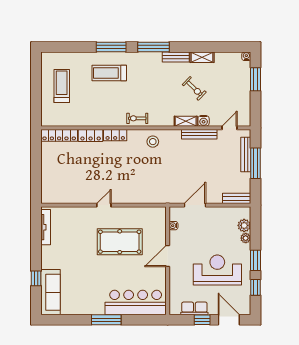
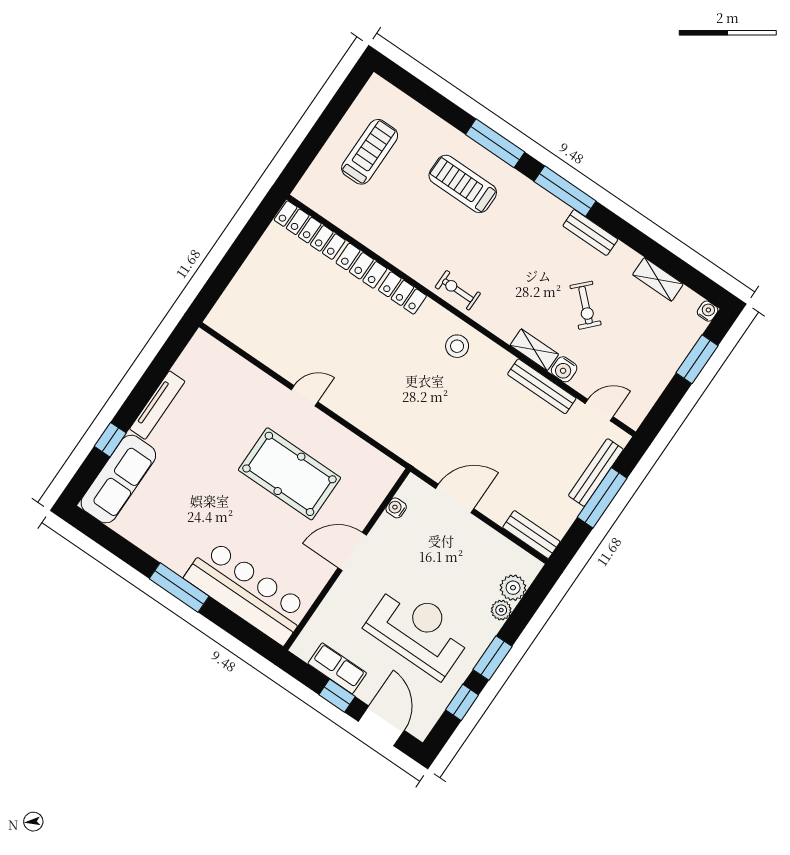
shelving: (202, 57) -> (658, 279), moved
tv unit: (46, 227) -> (157, 405), moved

